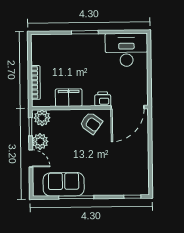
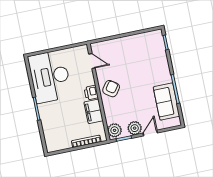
desk: (126, 50) -> (50, 77), width x1.36, depth x1.30
printer: (103, 99) -> (91, 93), moved
door: (127, 107) -> (92, 61), width x0.53

